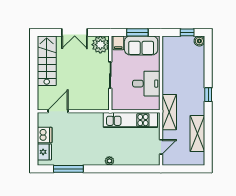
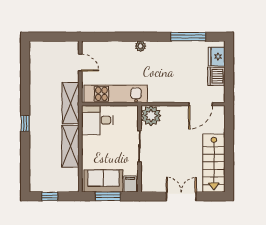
boiler: (199, 41) -> (35, 186), removed
plant: (100, 45) -> (151, 116), moved
desk: (146, 84) -> (97, 120), moved
shelving: (197, 134) -> (70, 146), moved
door: (161, 147) -> (80, 63), swing flipped

